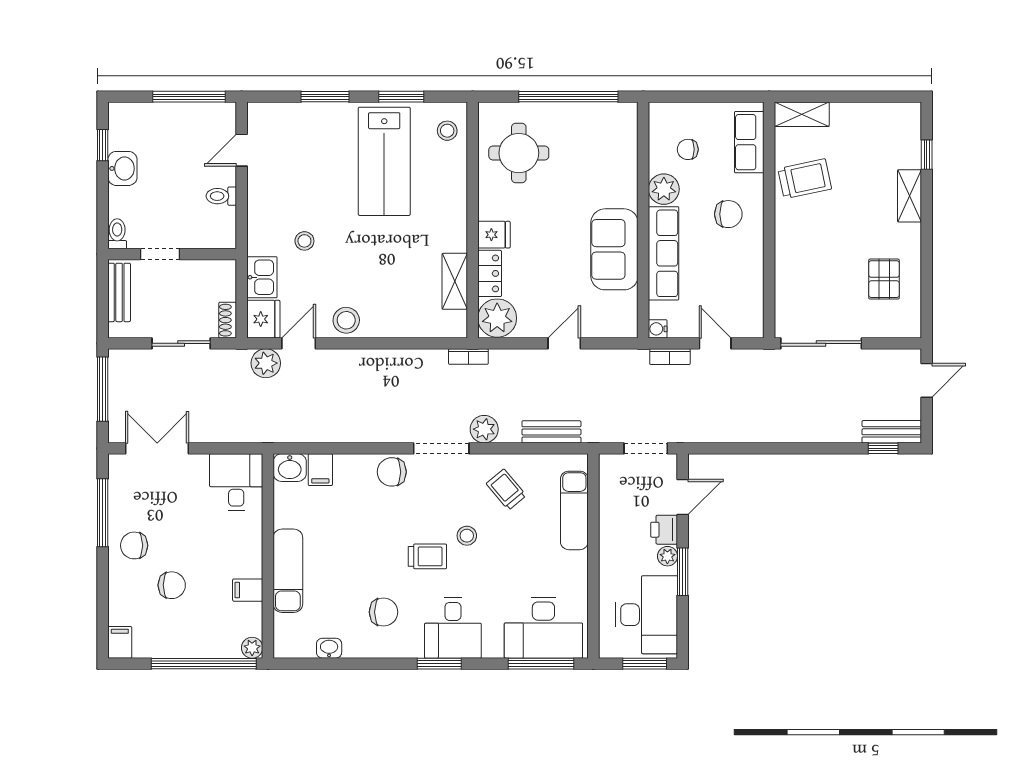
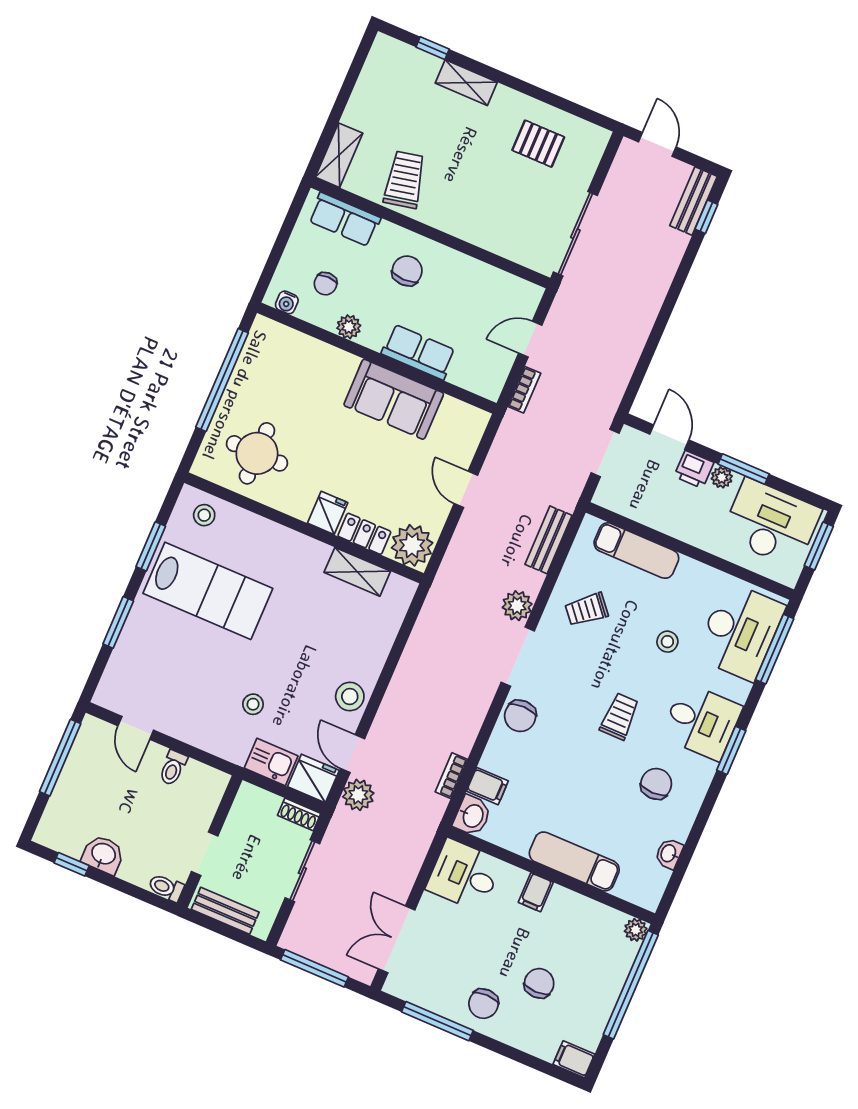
plant: (664, 189) -> (349, 327), width x0.73, depth x0.73
row of seats: (664, 253) -> (419, 352), width x0.68
water cooler: (658, 329) -> (287, 302), moved
bookcase: (468, 357) -> (451, 776), moved, turned 180
stool: (467, 536) -> (667, 642), moved
filing cabinet: (248, 590) -> (536, 892), moved

